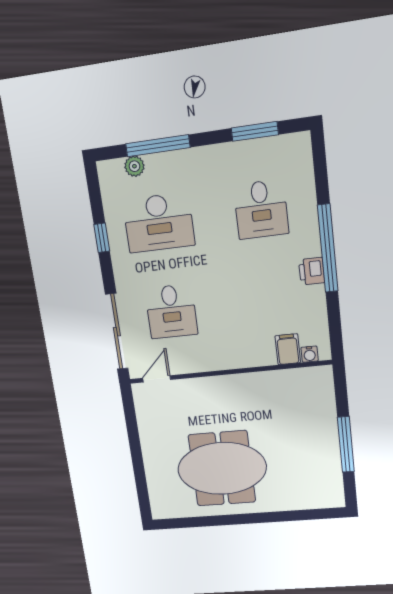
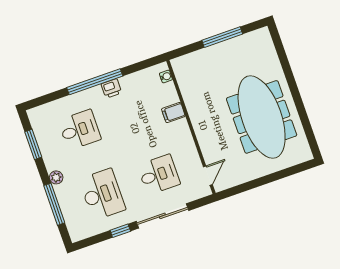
plant: (134, 166) -> (56, 177), moved
sliding door: (117, 332) -> (162, 216), moved
filing cabinet: (288, 349) -> (173, 113), moved
door: (157, 379) -> (208, 176), swing flipped
meeting table: (222, 468) -> (262, 117), width x1.36

